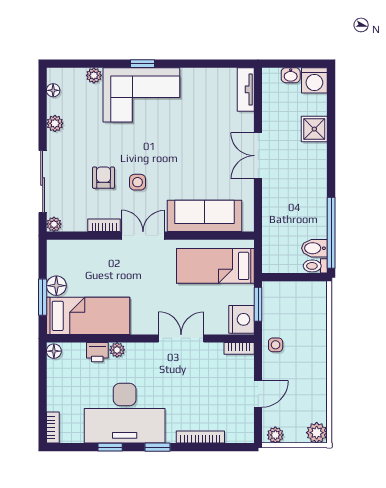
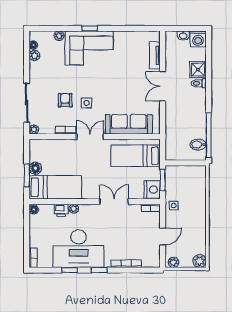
tv unit: (246, 89) -> (155, 55), moved
plant: (55, 123) -> (35, 56), moved
toilet: (315, 266) -> (199, 83), moved

